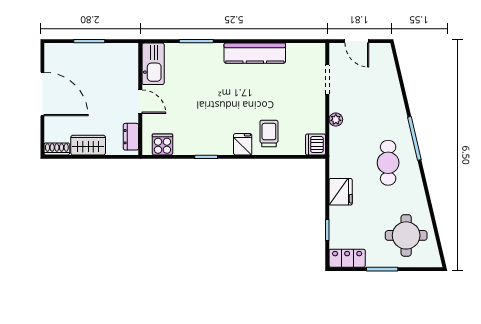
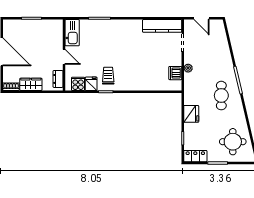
kitchen counter: (255, 53) -> (162, 26), moved
trolley: (269, 133) -> (108, 76), moved
fridge: (243, 144) -> (91, 84), moved
dishwasher: (316, 144) -> (175, 73), moved

